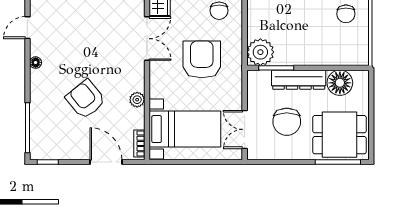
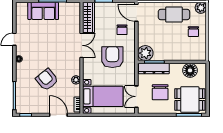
dresser: (299, 80) -> (154, 69), moved

